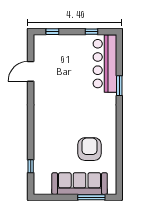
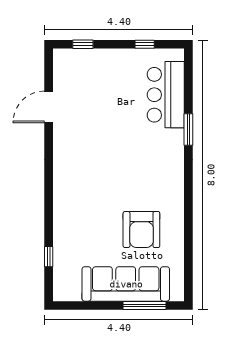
bar counter: (105, 64) -> (166, 95), width x0.73
armchair: (90, 149) -> (141, 230), turned 180

